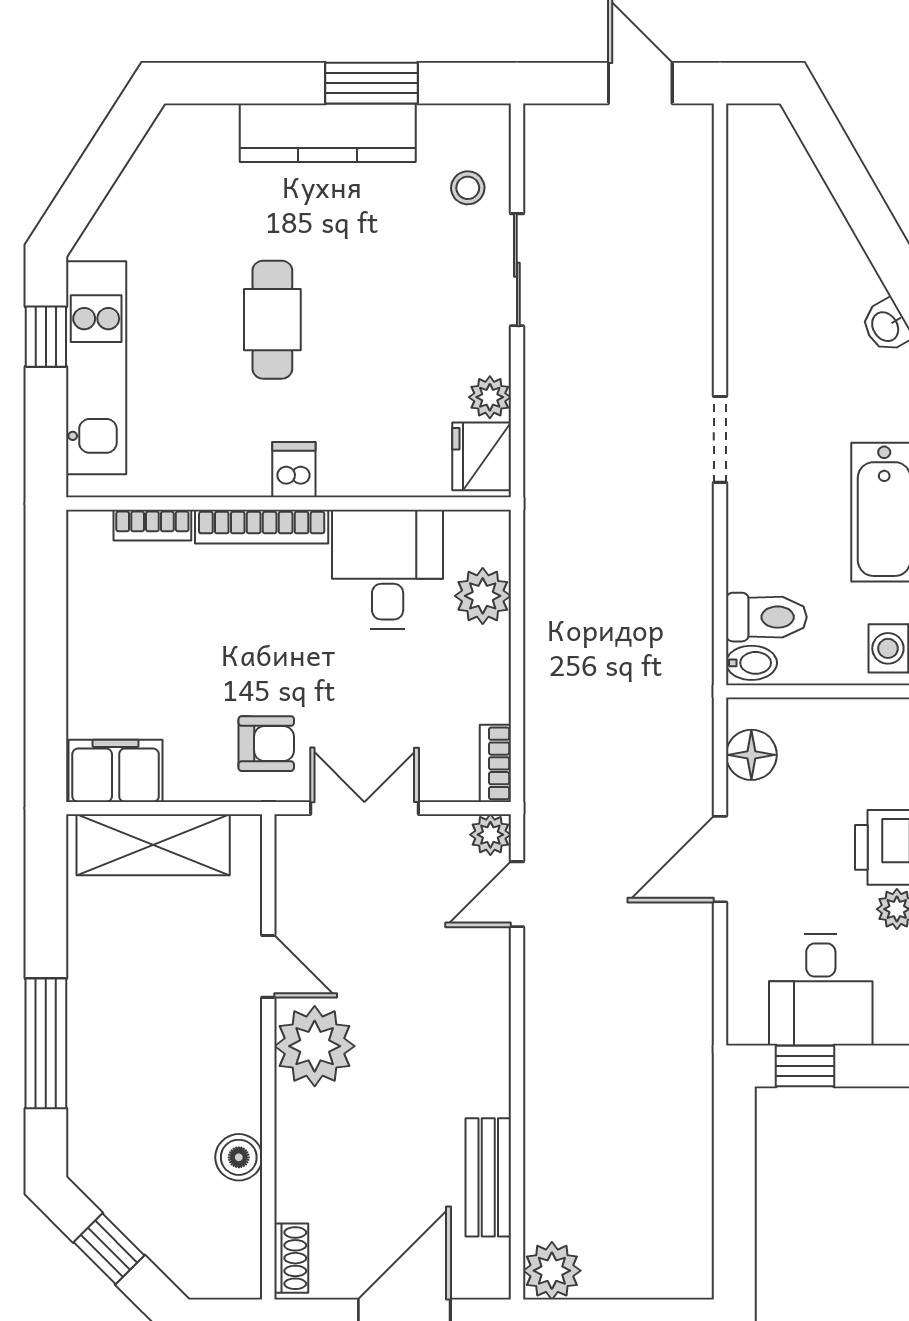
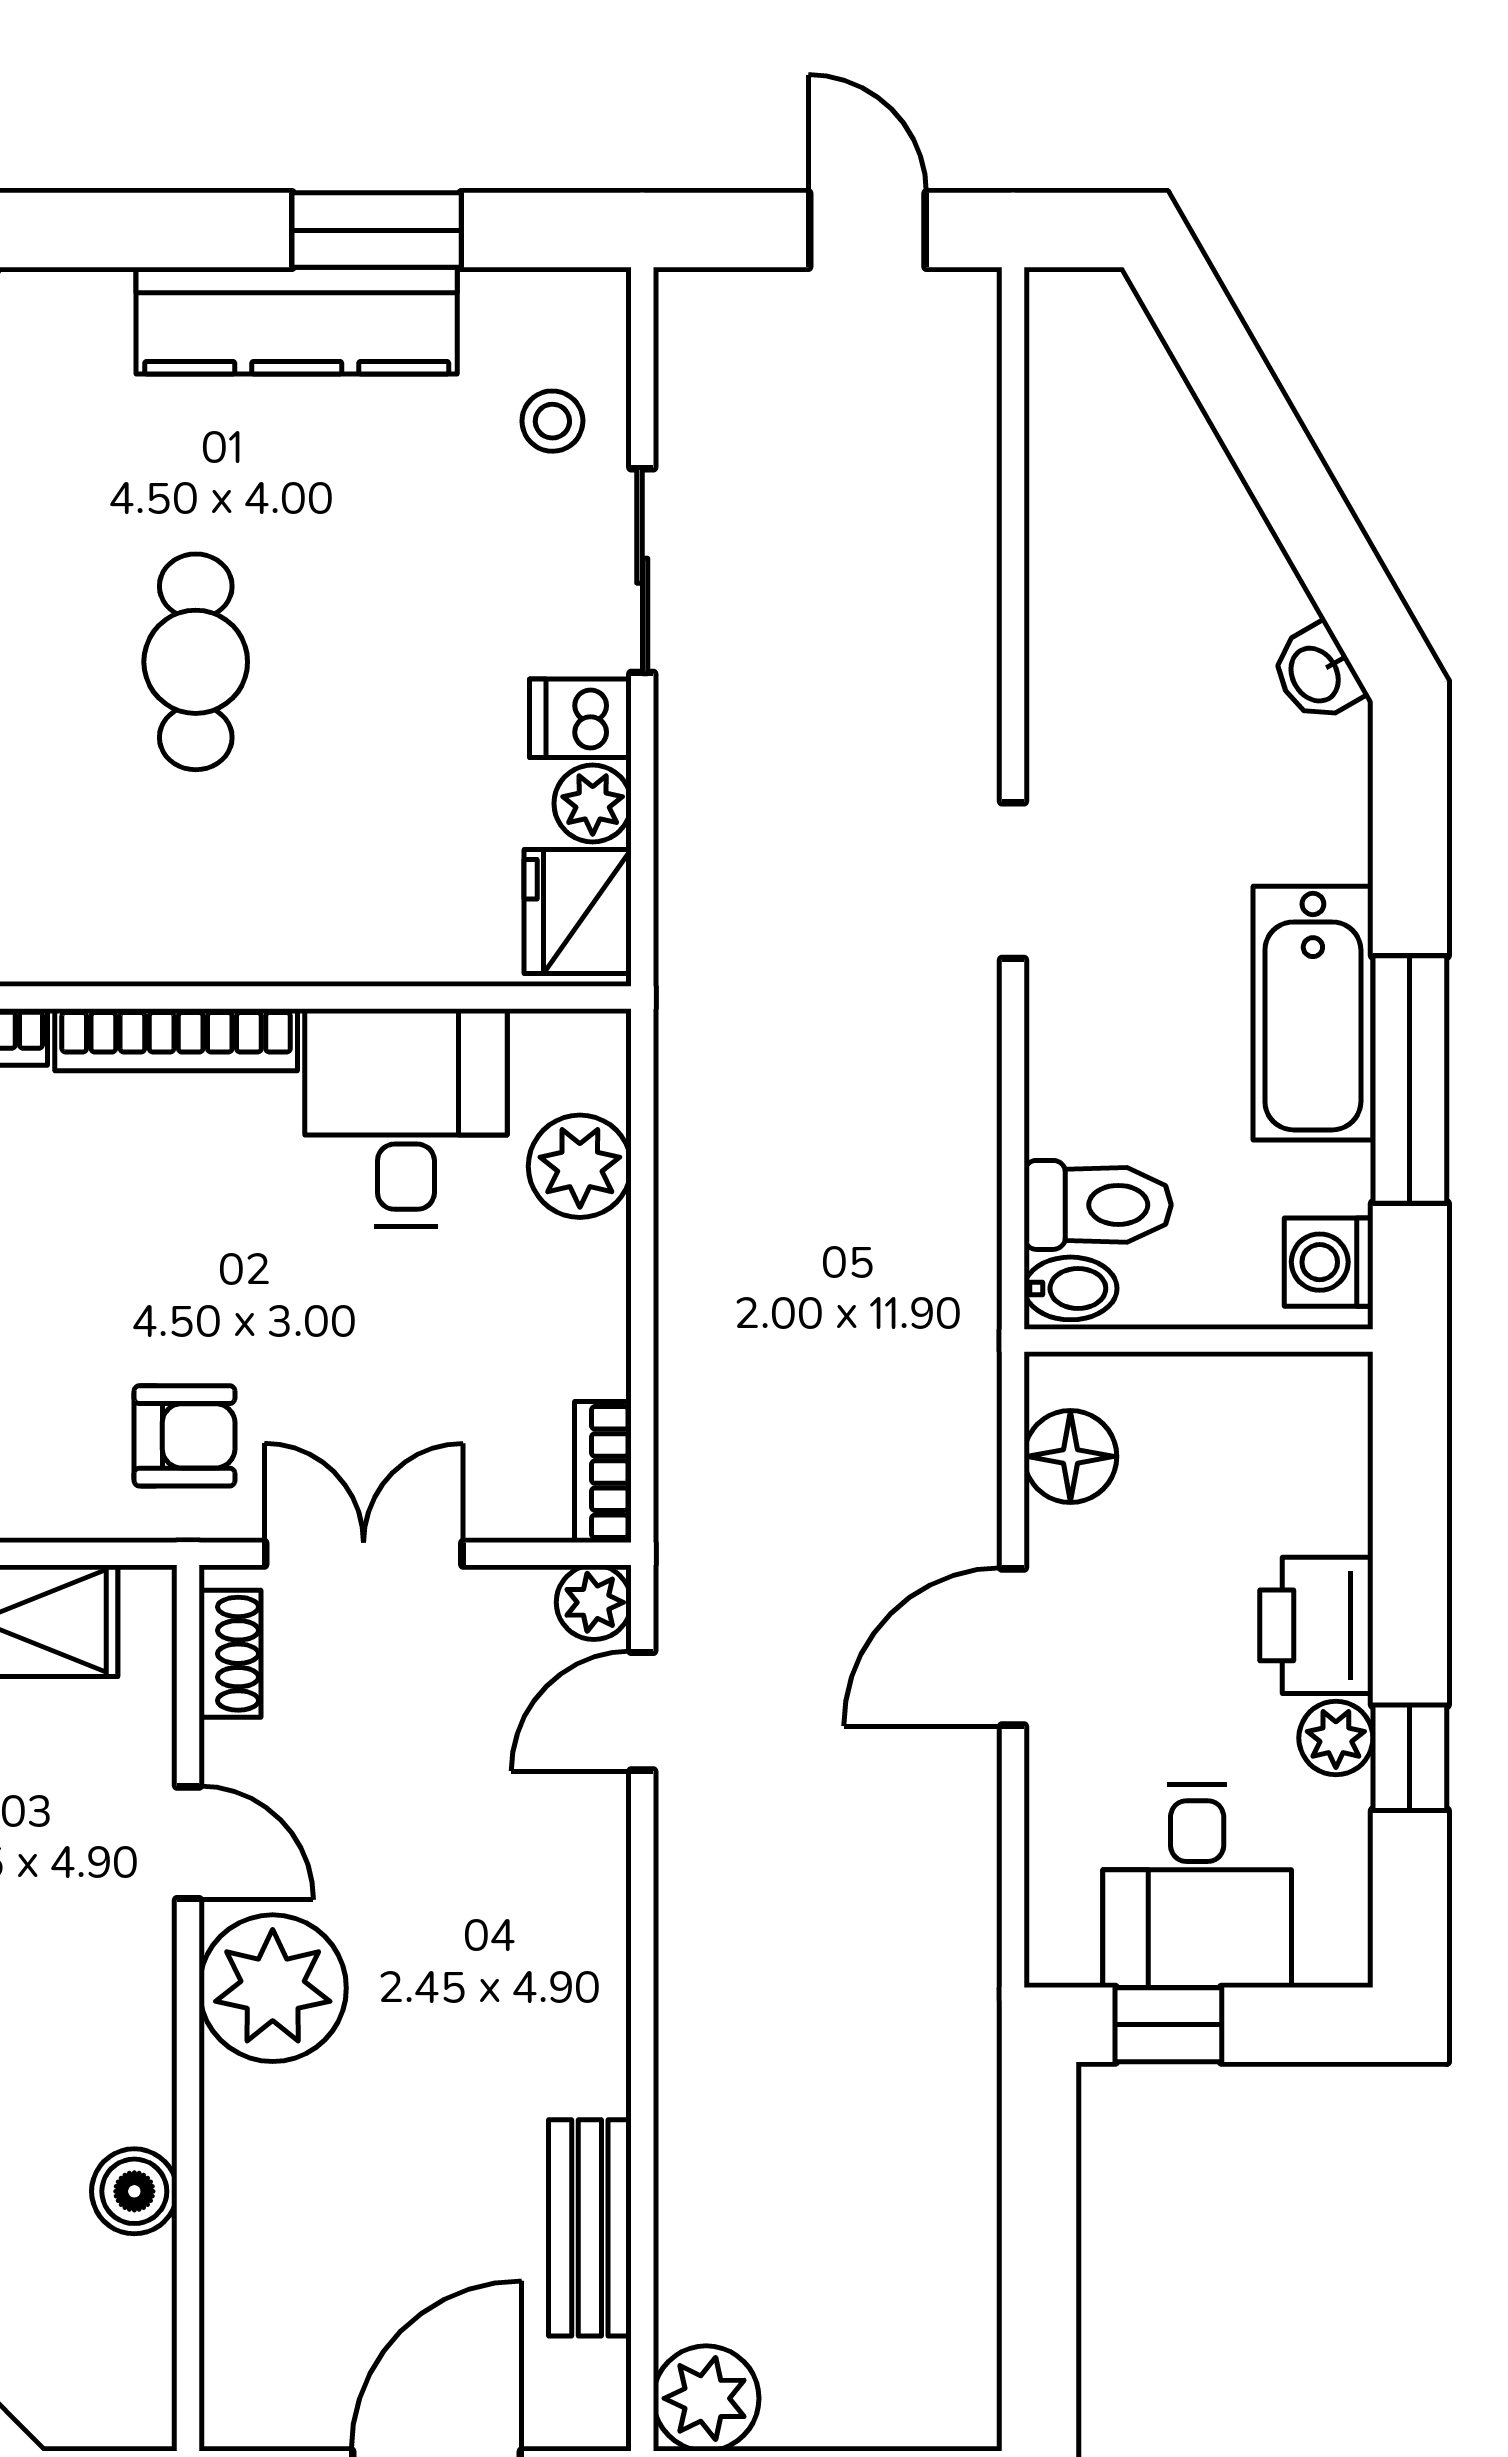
dishwasher: (294, 470) -> (580, 718), moved, turned -90
shoe rack: (291, 1258) -> (230, 1654), moved

